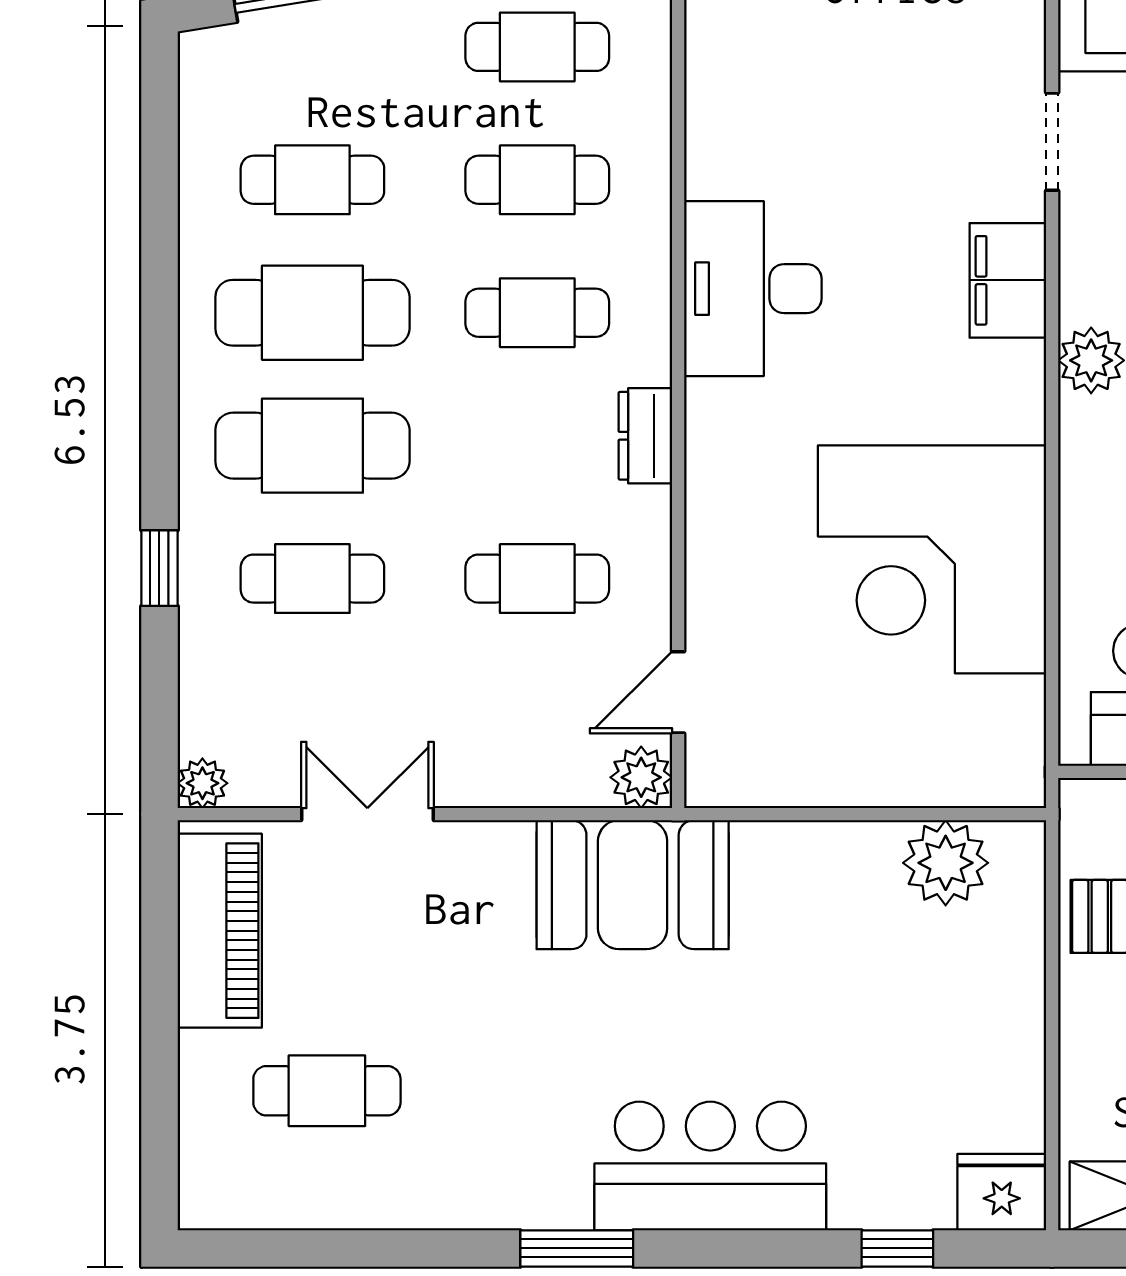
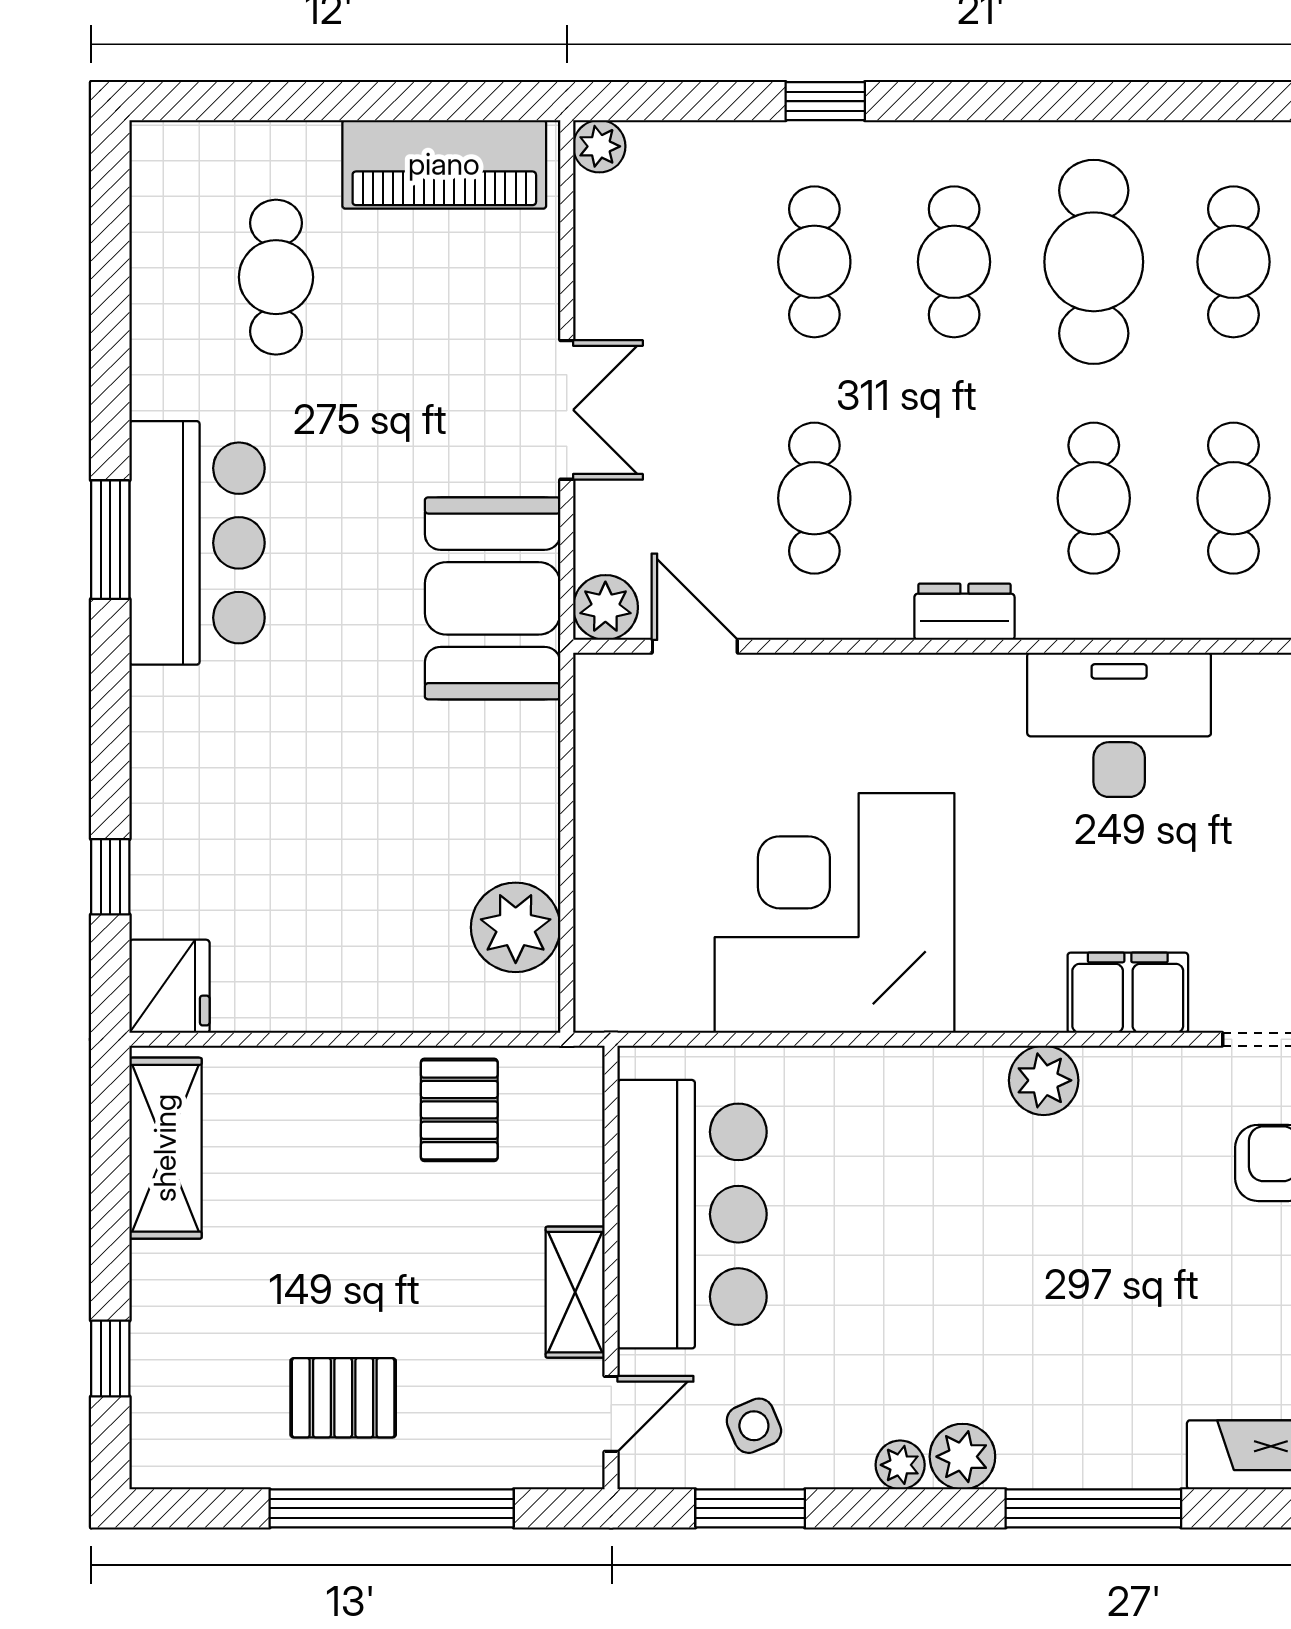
cafe table: (312, 446) -> (954, 262), width x0.73, depth x0.74
double door: (367, 814) -> (567, 410), moved
bar counter: (710, 1166) -> (197, 543), moved

